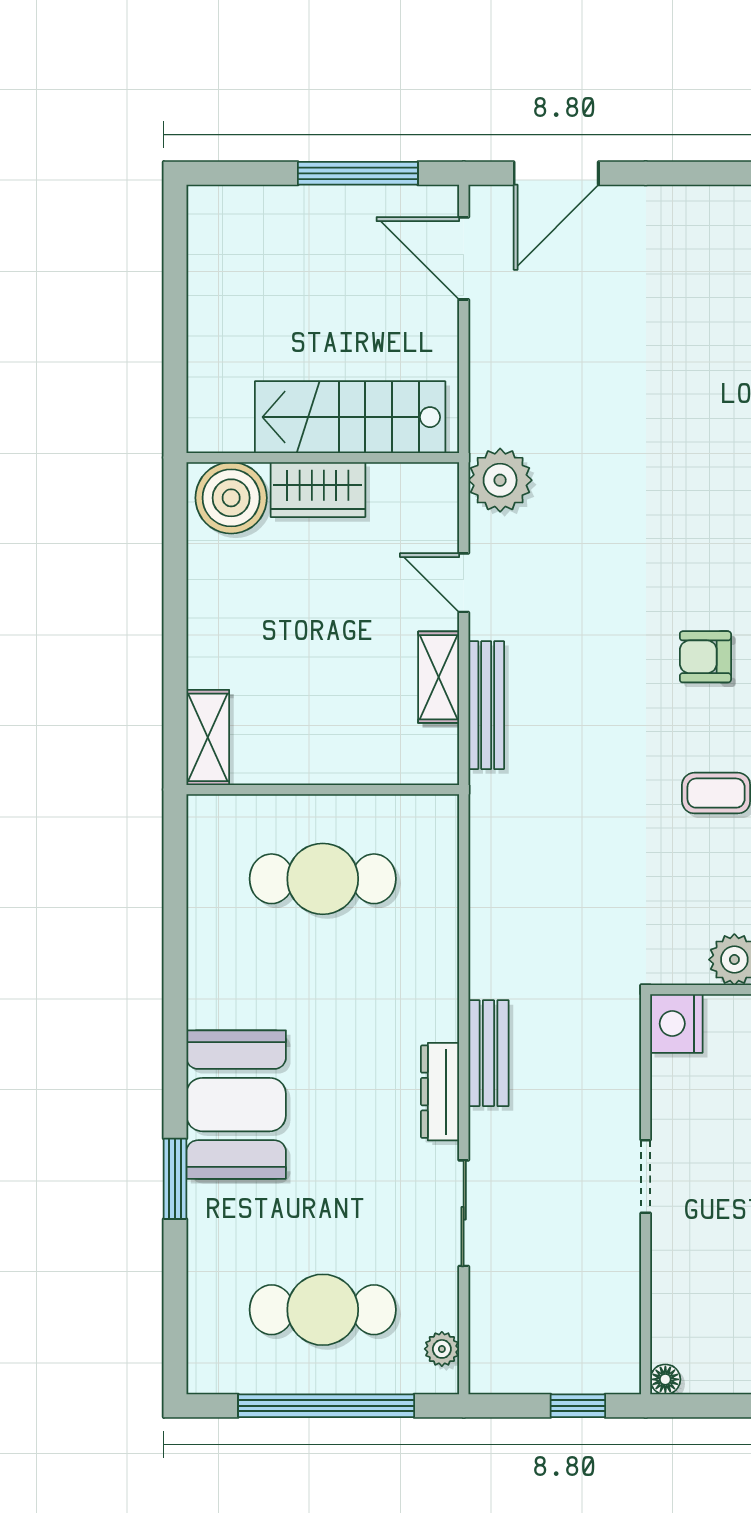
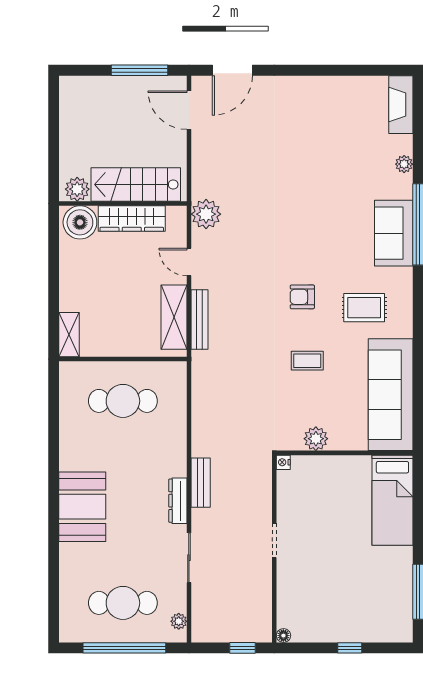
plant: (225, 427) -> (77, 189), added
wardrobe: (318, 490) -> (132, 218), width x1.50
shelving: (439, 677) -> (174, 317), width x1.50, depth x1.33
nightstand: (676, 1024) -> (283, 462), width x0.53, depth x0.56
window: (175, 1179) -> (54, 541), removed

